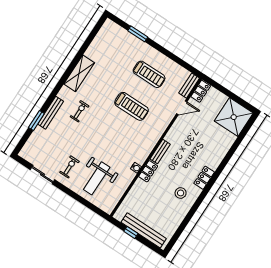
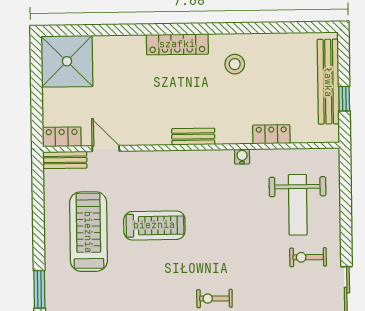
treadmill: (149, 74) -> (88, 232), width x1.37, depth x1.38
treadmill: (131, 106) -> (154, 225), turned 90
locker: (148, 171) -> (271, 134), moved
weight bench: (97, 178) -> (298, 205), turned 90
locker: (204, 178) -> (177, 44), width x1.53

